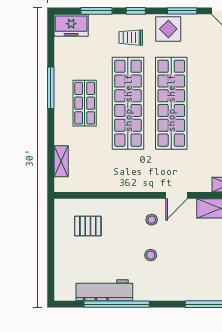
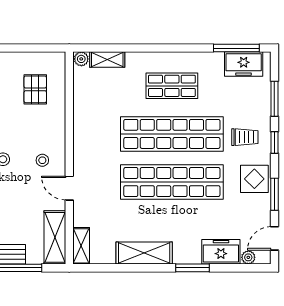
freezer: (71, 25) -> (244, 64), moved, turned -90
trolley: (131, 38) -> (245, 137), turned 90
window: (51, 88) -> (236, 48), moved
plant: (61, 185) -> (81, 59), added

